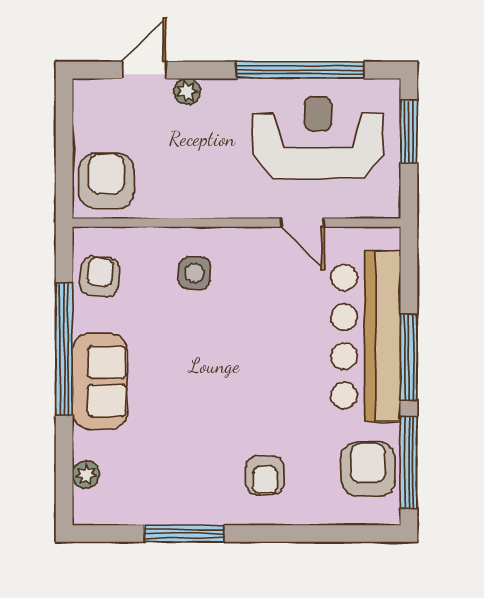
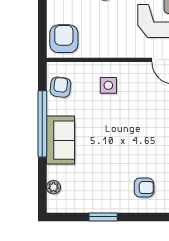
armchair: (265, 475) -> (144, 188), turned -90
window: (184, 533) -> (103, 217), width x0.69

